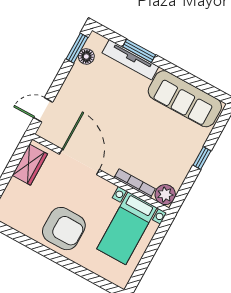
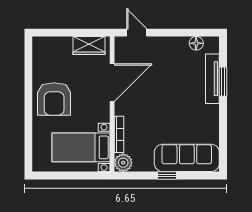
window: (77, 48) -> (199, 33), removed
sofa: (185, 99) -> (187, 158), moved, turned 90

